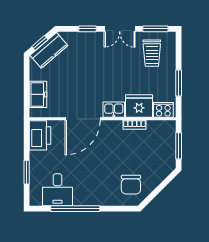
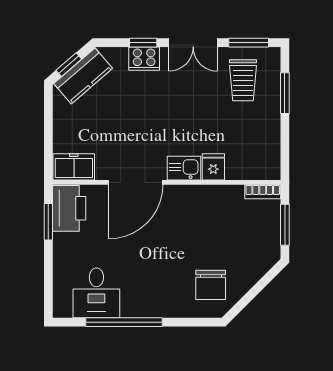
window: (179, 83) -> (285, 93), moved
freezer: (38, 94) -> (74, 167), moved, turned -90
fridge: (139, 106) -> (213, 167), width x0.53, depth x0.75
cooker: (163, 110) -> (144, 59), moved, turned 180
bookcase: (134, 125) -> (263, 192), moved
window: (27, 172) -> (48, 222), moved

